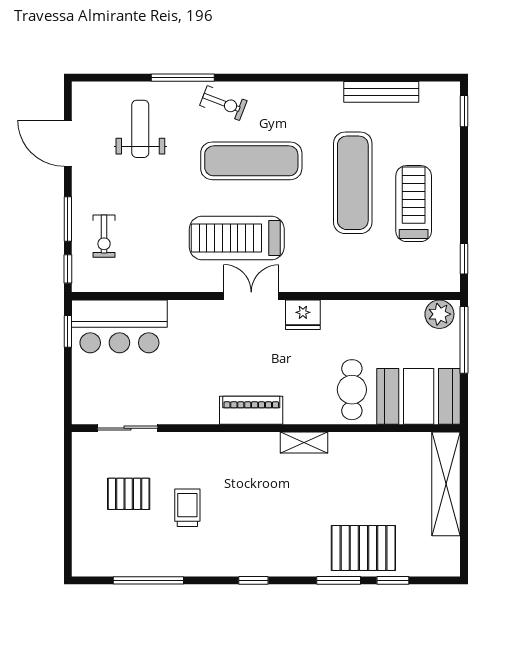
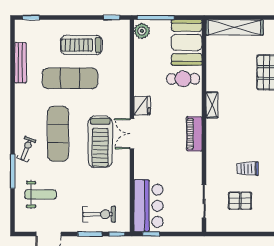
weight bench: (140, 129) -> (41, 194), turned 180
exercise bike: (104, 236) -> (99, 214), width x1.38, depth x1.39
pallet: (129, 494) -> (240, 201), turned 90

